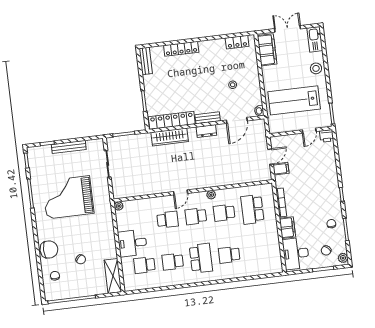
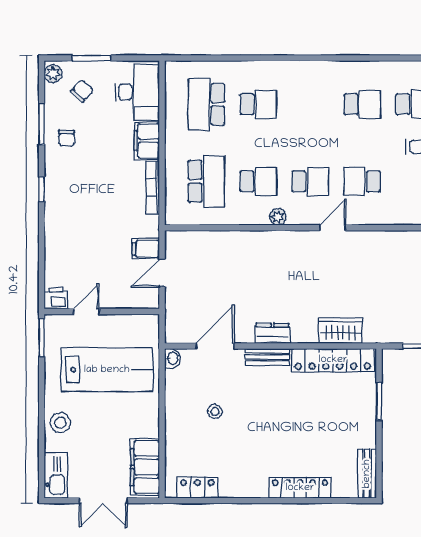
wardrobe: (170, 137) -> (340, 331), width x0.67
school desk: (201, 258) -> (206, 104), moved

